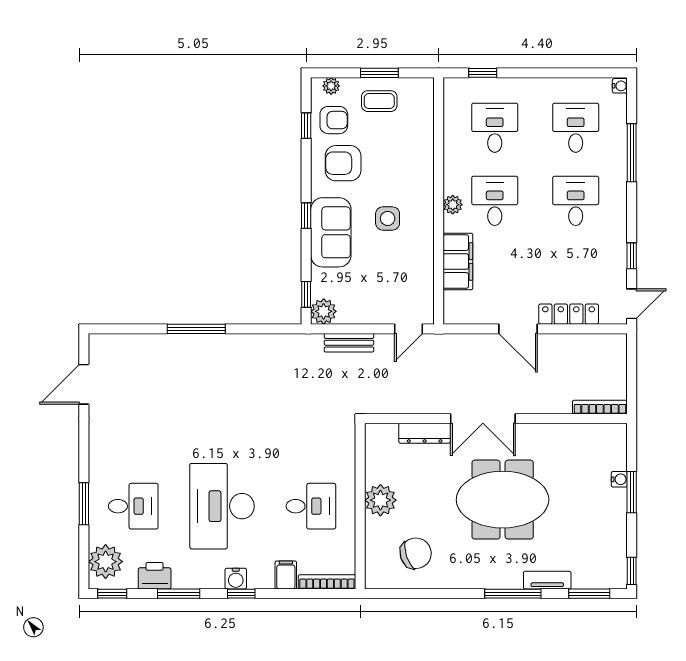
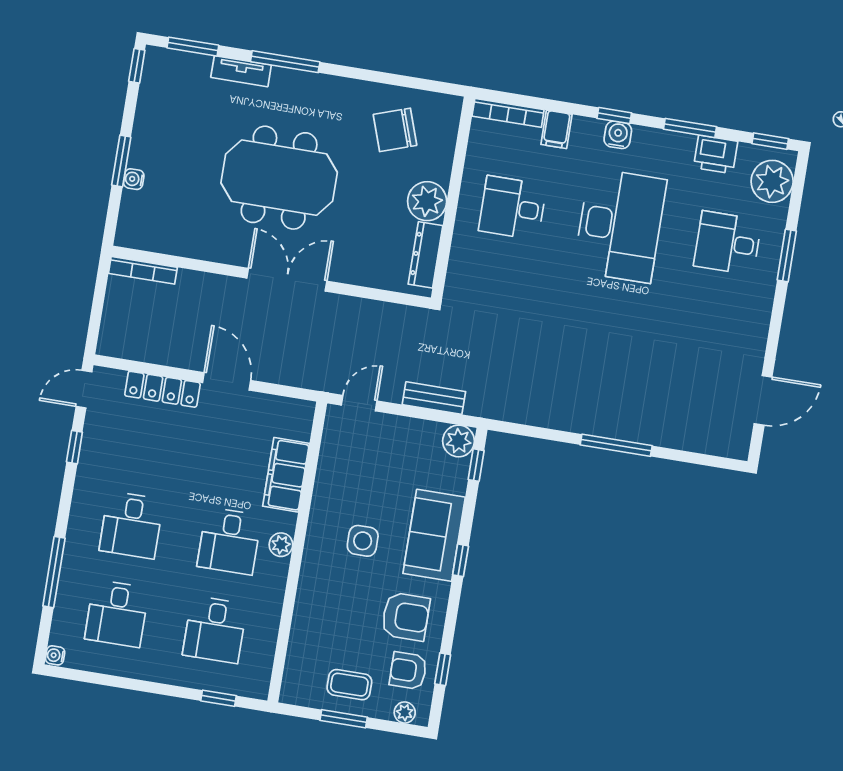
dresser: (425, 433) -> (425, 255), moved, turned -90

